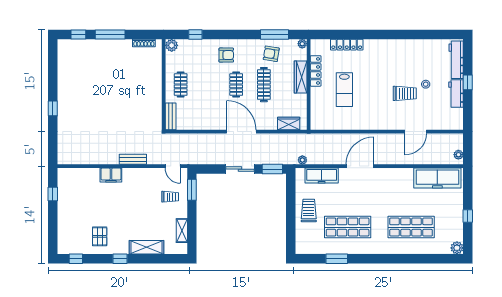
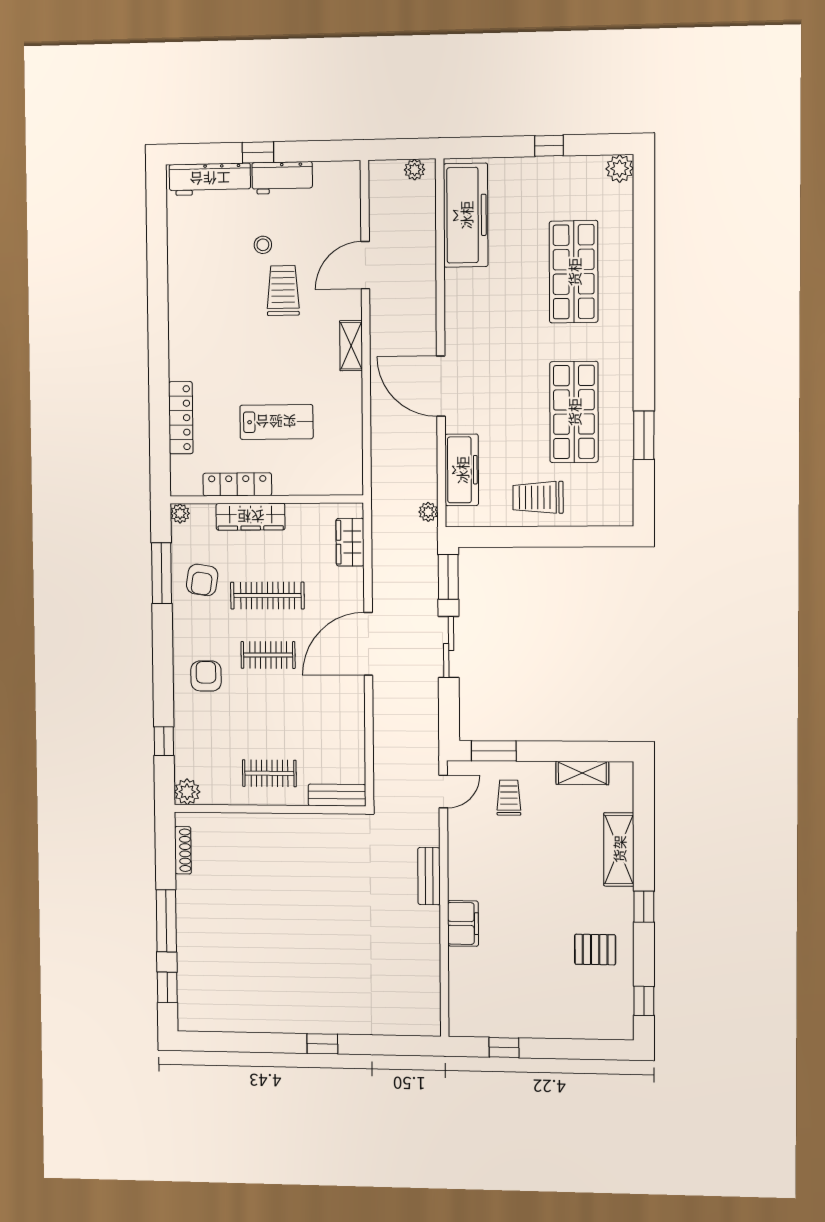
shelving: (379, 125) -> (351, 346), added
door: (416, 132) -> (365, 265), swing flipped

